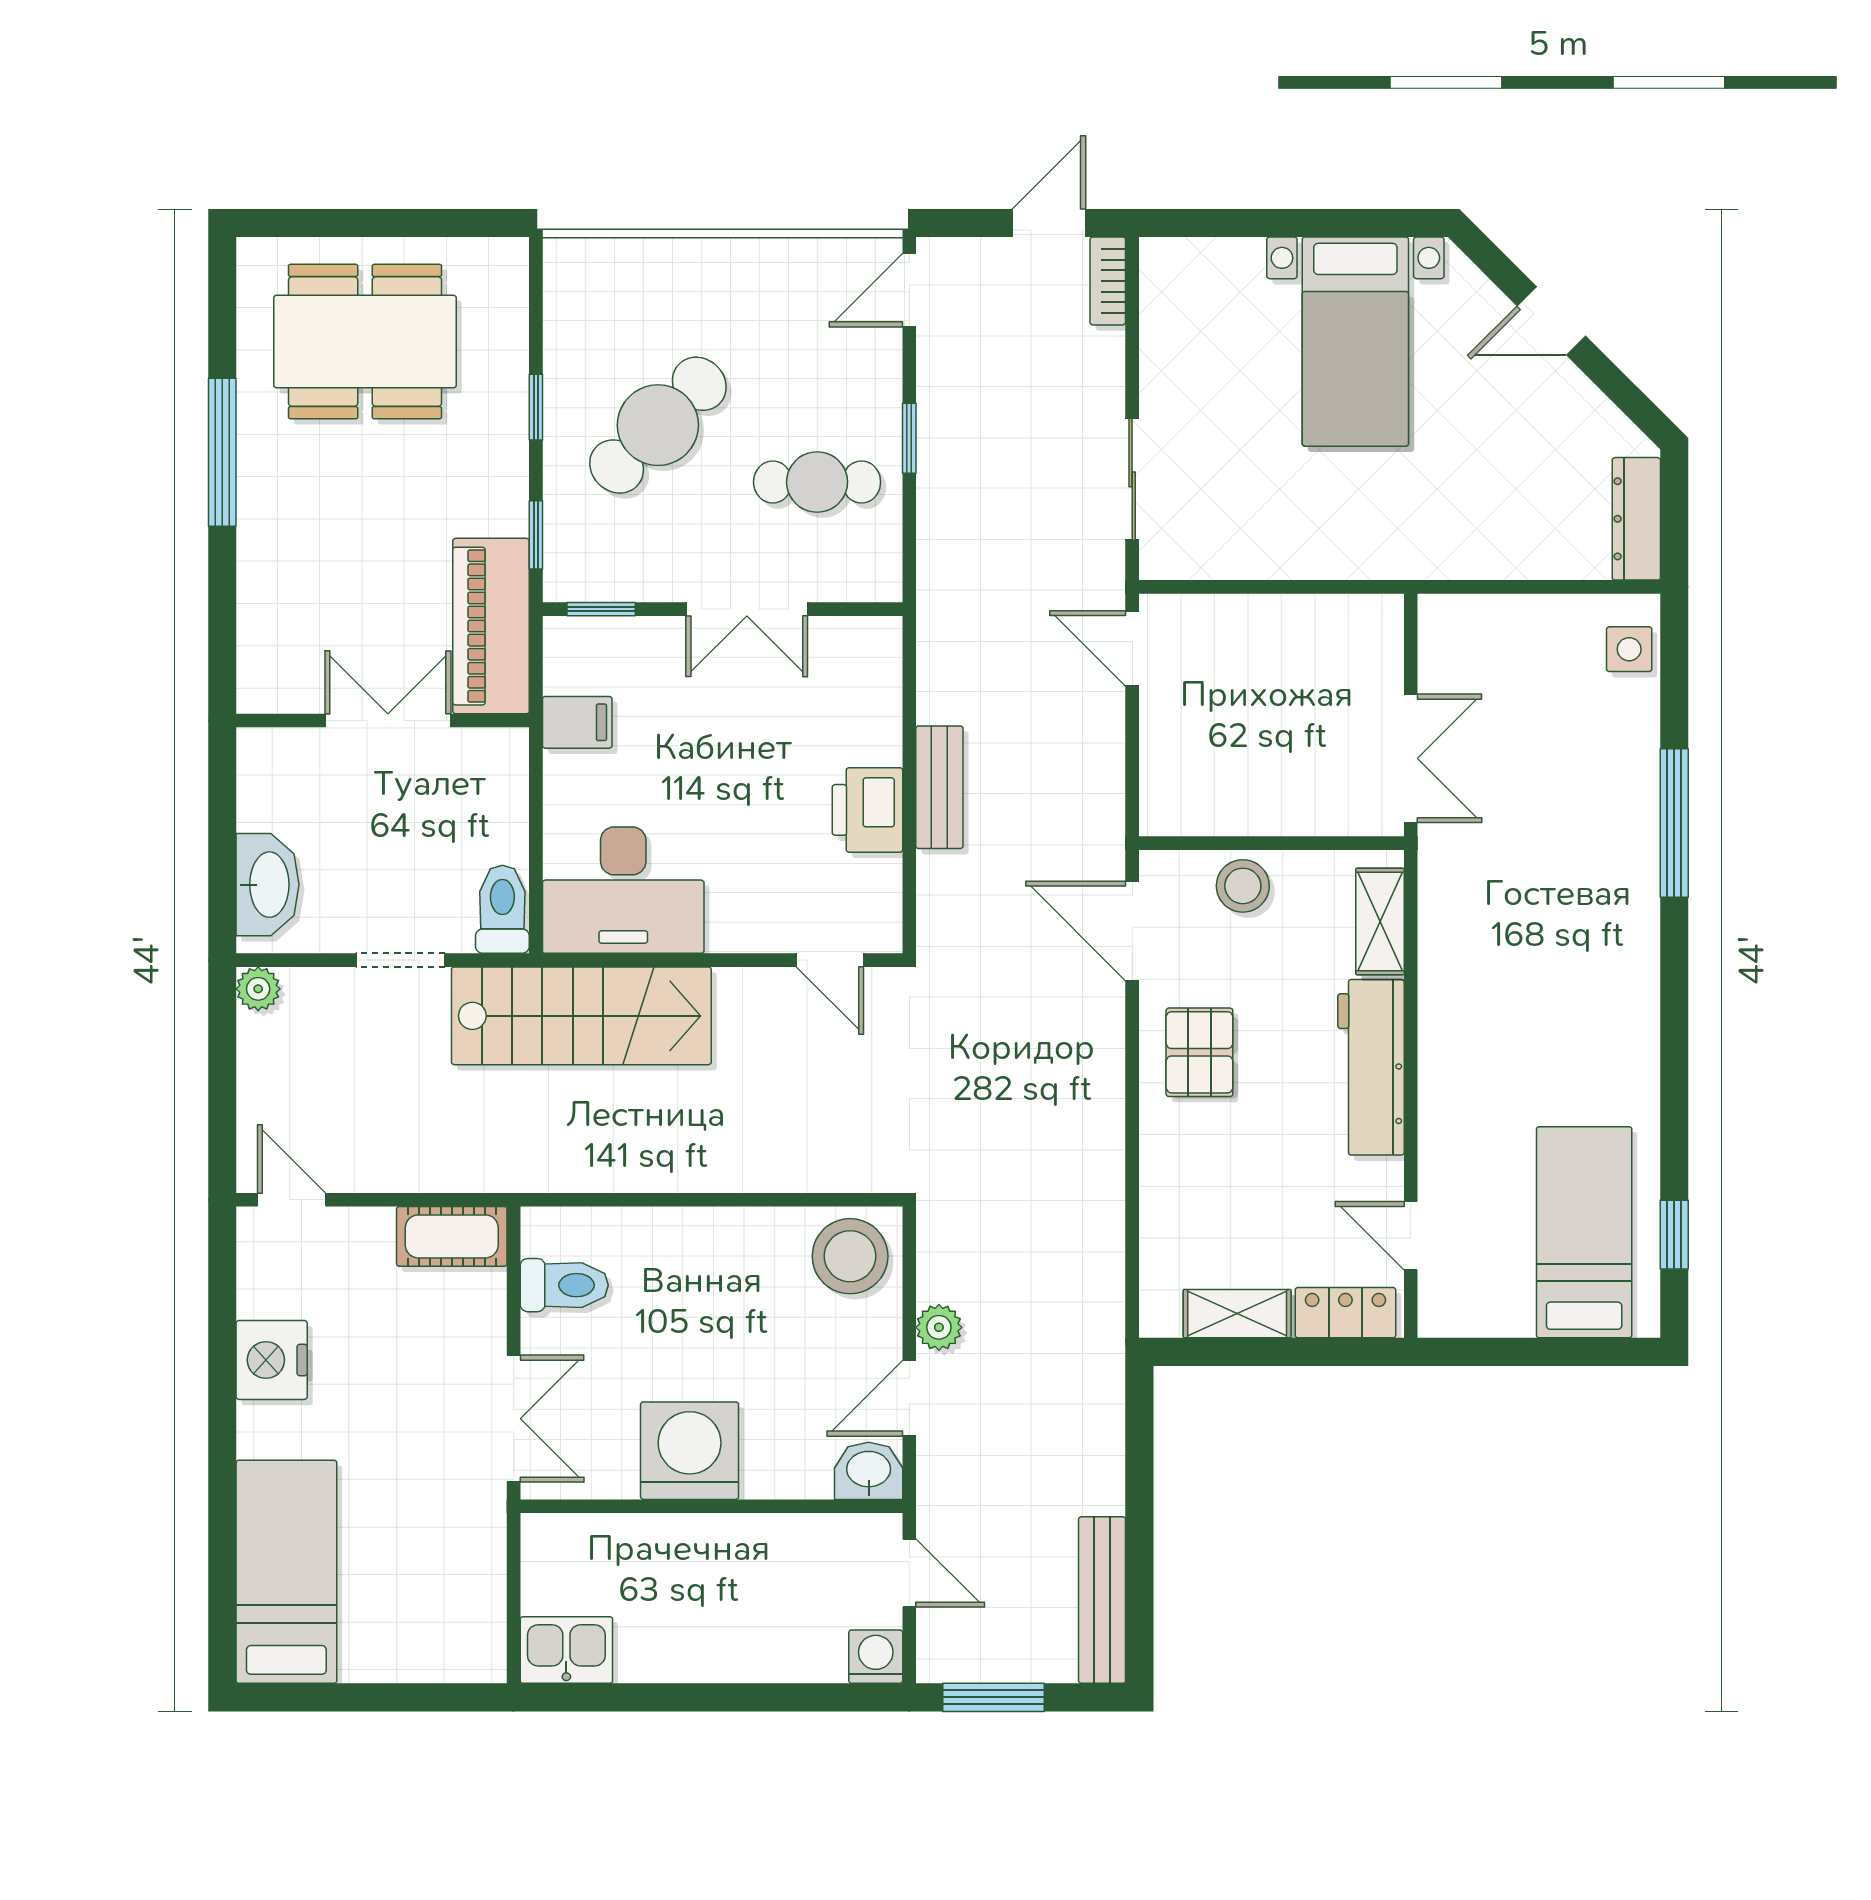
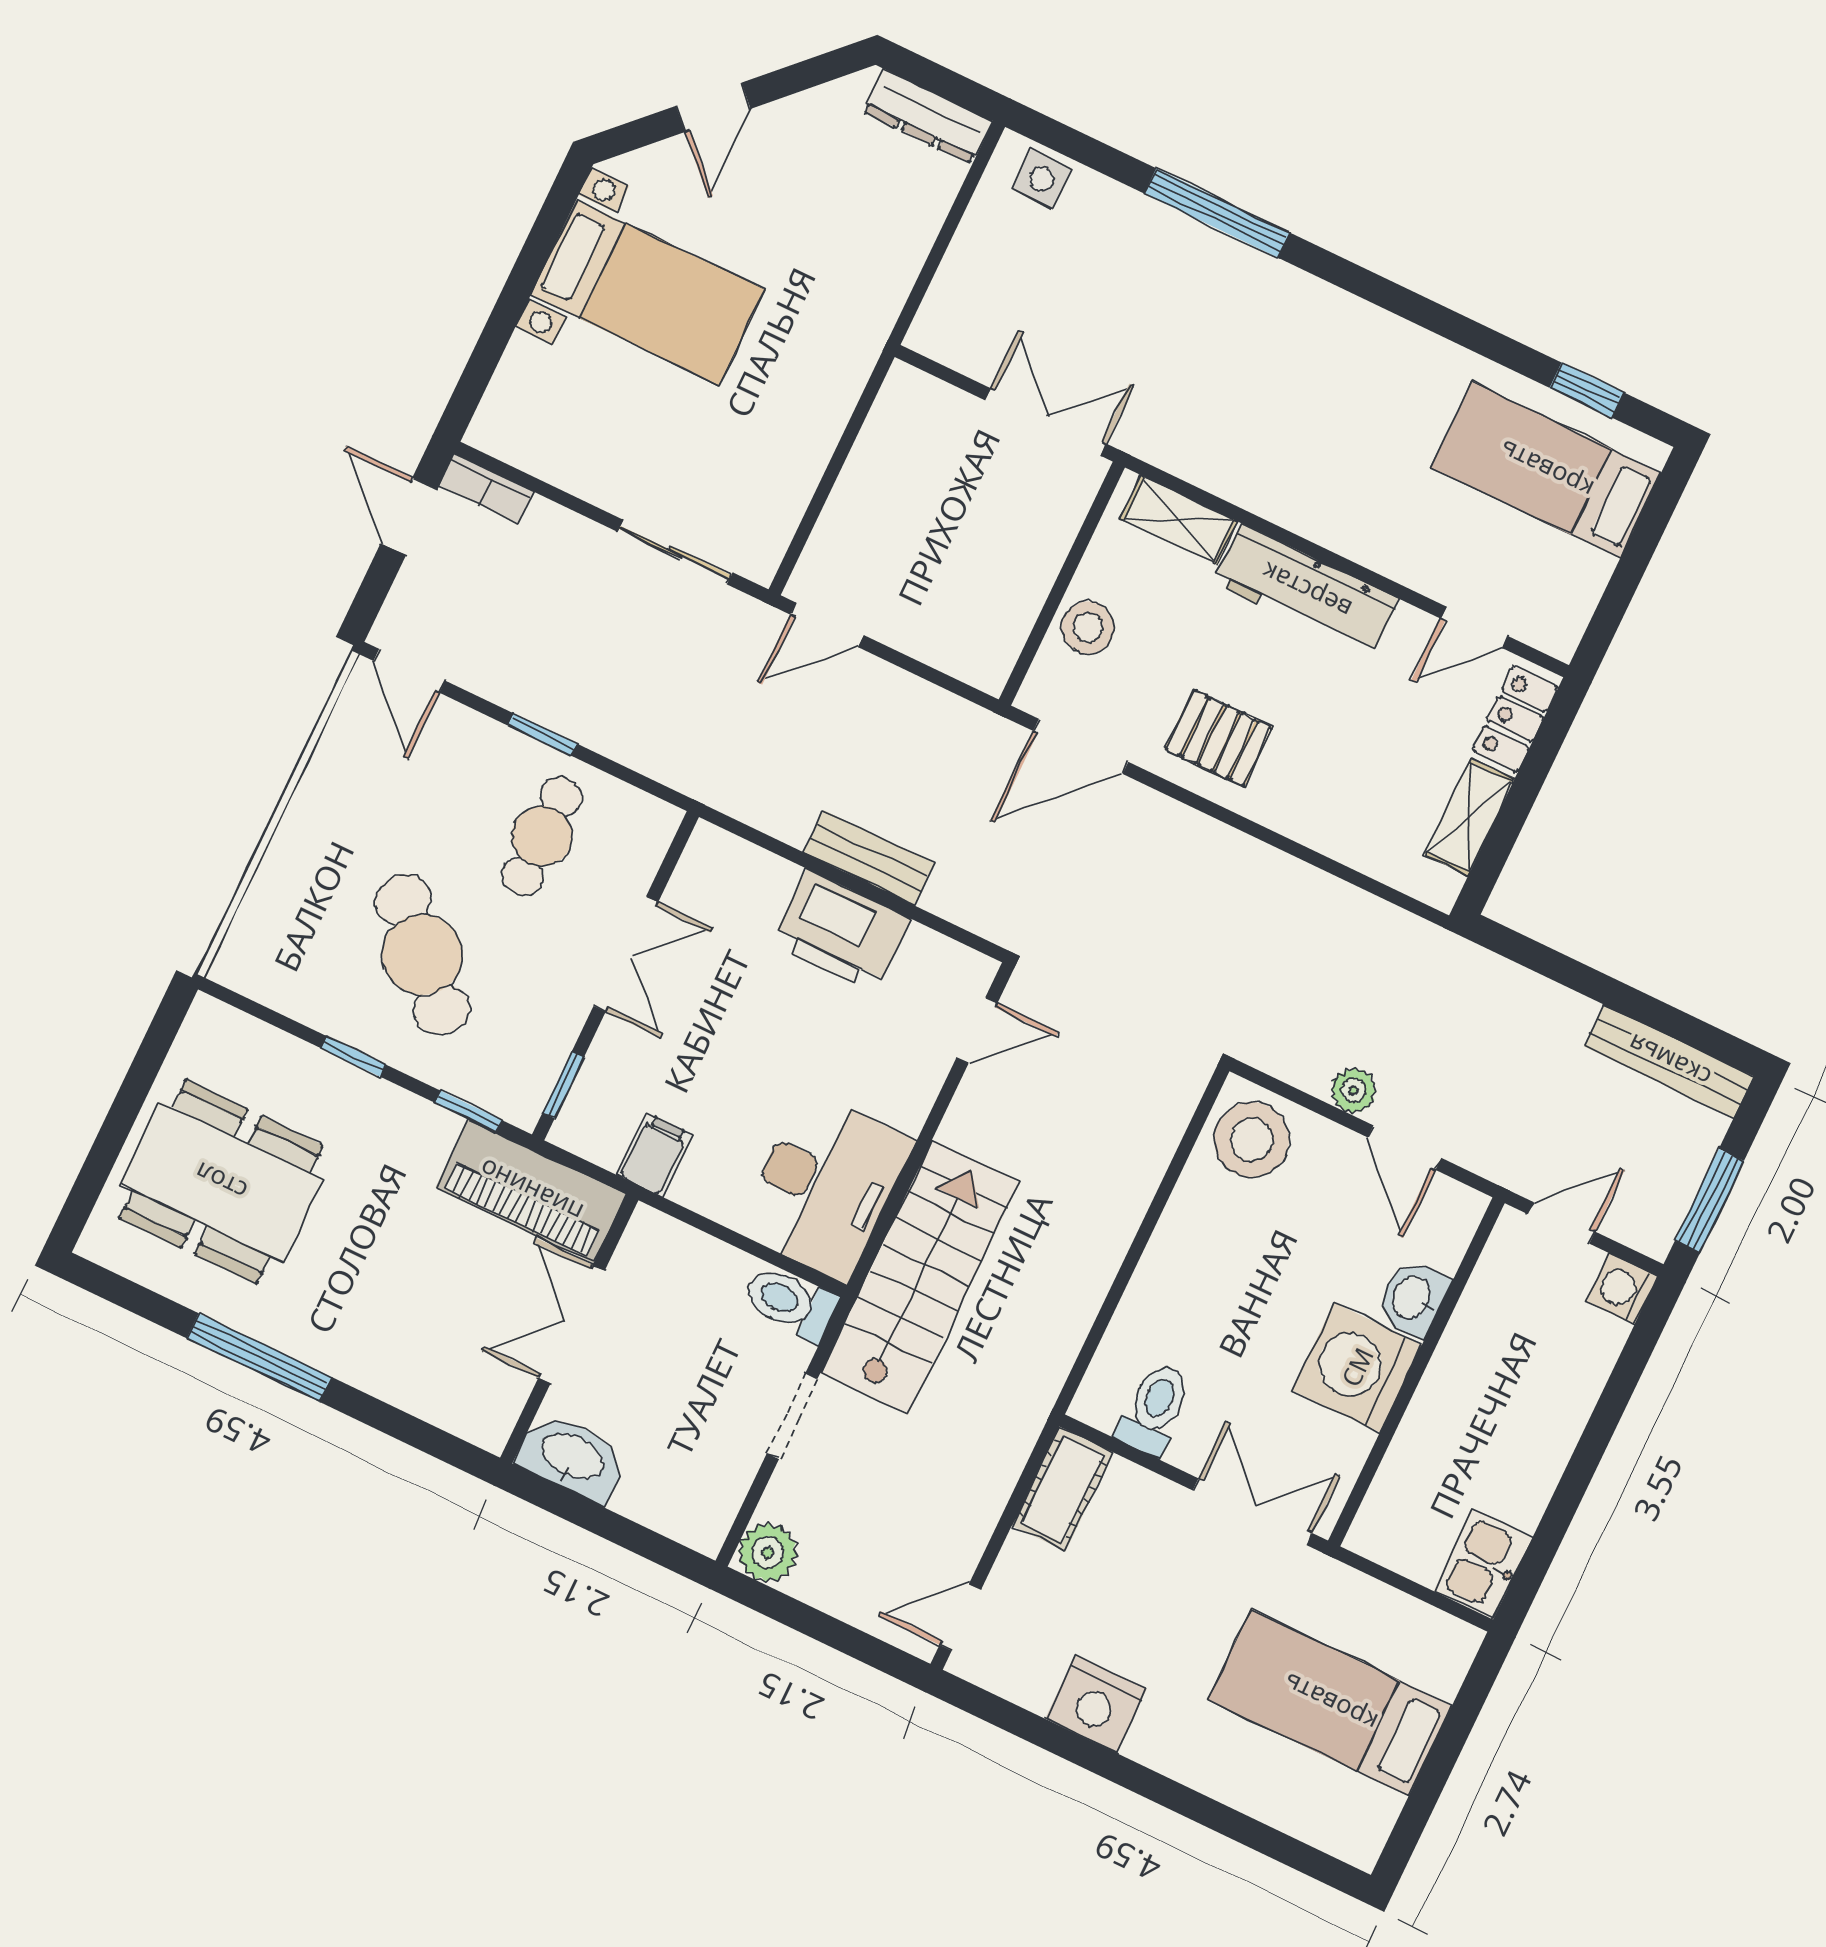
dining table: (365, 342) -> (221, 1182), turned 90
printer: (867, 810) -> (841, 931), width x1.37, depth x1.19
washbasin: (267, 885) -> (572, 1457), moved
plant: (258, 989) -> (768, 1552), width x1.38, depth x1.38
washbasin: (869, 1471) -> (1413, 1298), moved
bed: (286, 1572) -> (1330, 1703), moved

